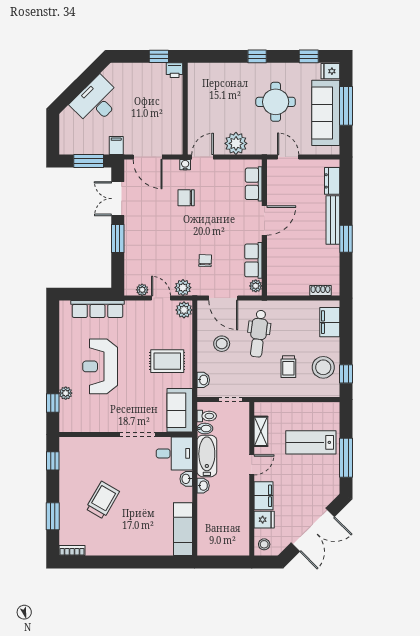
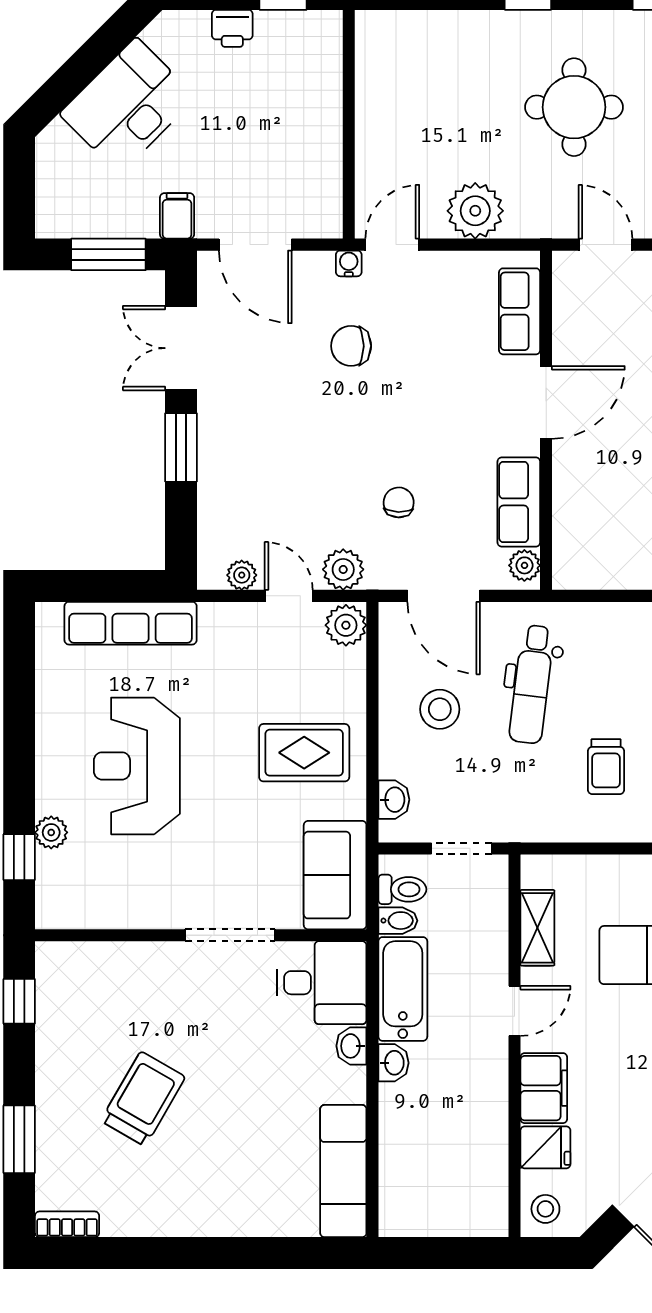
printer: (175, 70) -> (232, 28), moved

